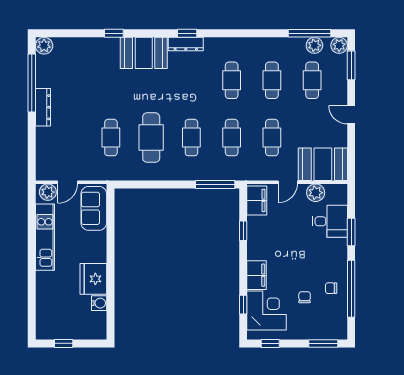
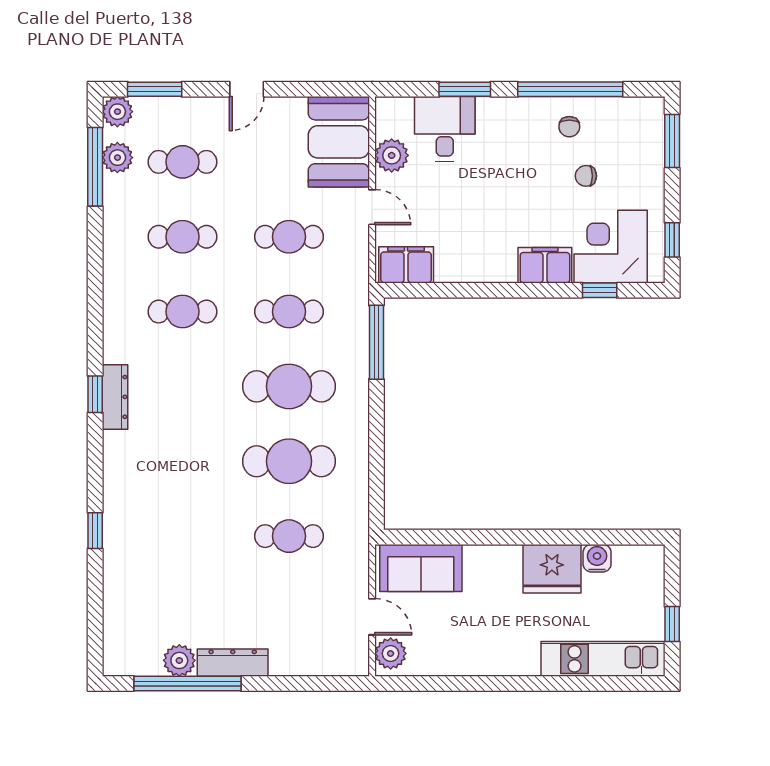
plant: (44, 46) -> (179, 660), moved
booth: (144, 53) -> (132, 475), removed
cafe table: (191, 138) -> (289, 386), width x1.37, depth x1.35
window: (243, 231) -> (462, 290), removed
kitchen unit: (45, 237) -> (603, 659), moved

